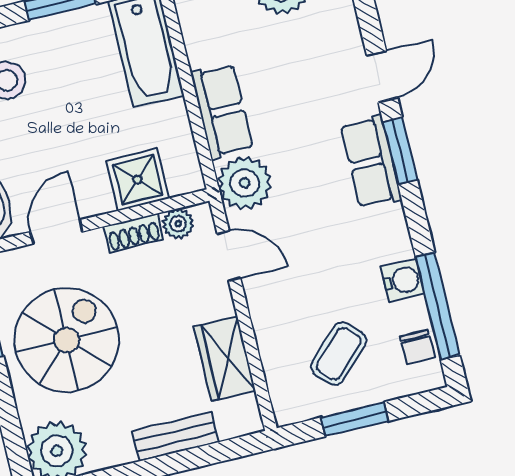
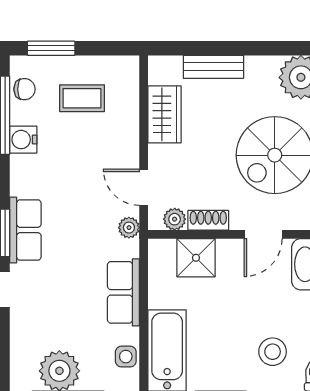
side table: (199, 27) -> (126, 357), added
plant: (245, 183) -> (129, 228), width x0.53, depth x0.53
chair: (417, 347) -> (24, 89), turned 91
coffee table: (339, 354) -> (82, 98), turned 45
window: (355, 419) -> (51, 48), moved

